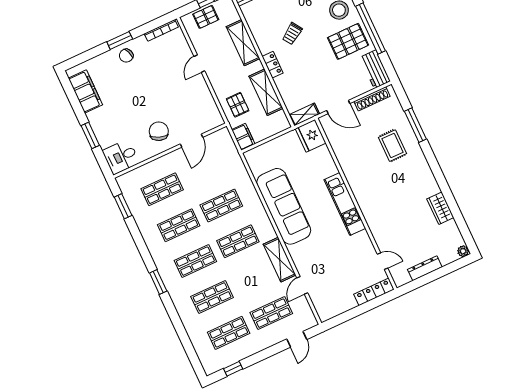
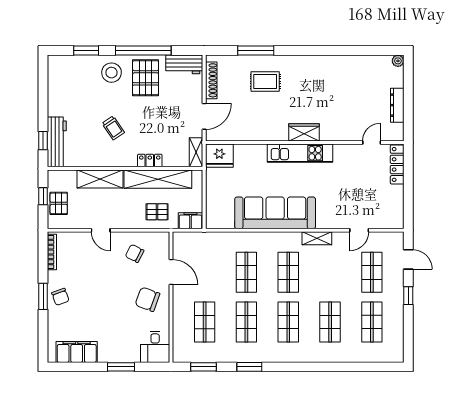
locker: (273, 65) -> (150, 161), moved
shelving: (266, 92) -> (158, 179), width x1.47
chair: (193, 102) -> (135, 253), added
wardrobe: (440, 208) -> (304, 132), moved, turned 180
shelving: (280, 260) -> (317, 238), width x0.67, depth x0.75
window: (158, 282) -> (249, 367), moved
door: (302, 285) -> (359, 230), hinge flipped
window: (233, 369) -> (408, 296), moved

